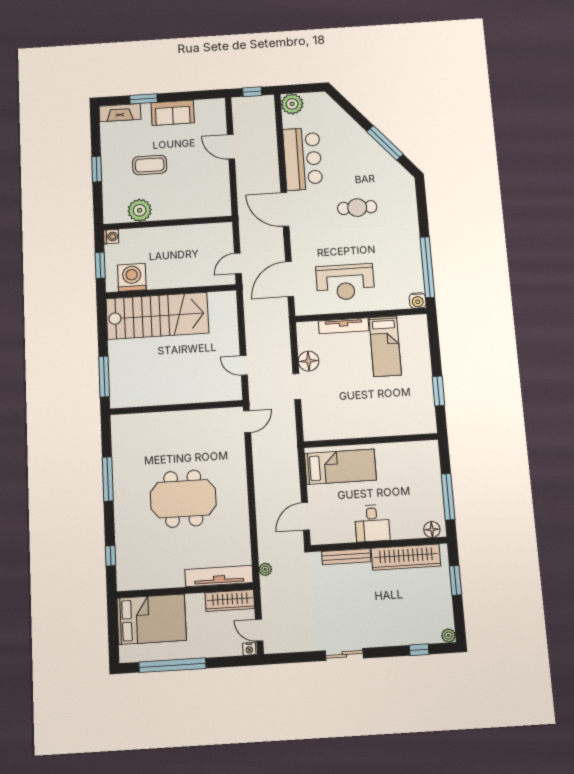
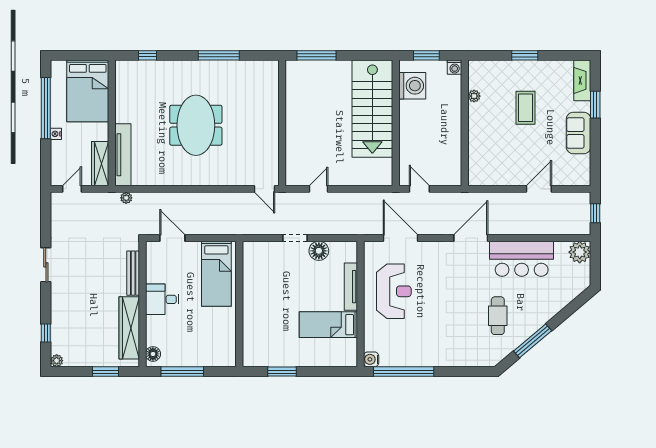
cafe table: (357, 208) -> (498, 316), moved
plant: (140, 210) -> (474, 96), width x0.53, depth x0.53
reception desk: (345, 282) -> (394, 291), turned 180
nightstand: (249, 649) -> (56, 134), moved

